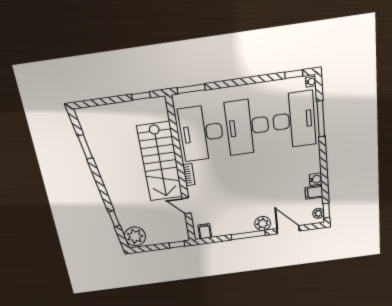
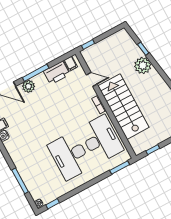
desk: (294, 120) -> (39, 173), removed
desk: (248, 127) -> (70, 156), turned 180
printer: (225, 227) -> (57, 73), added
plant: (135, 236) -> (143, 66), moved

